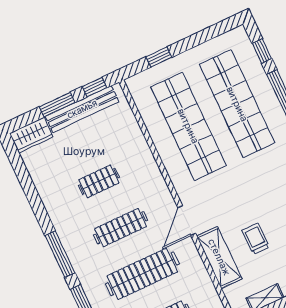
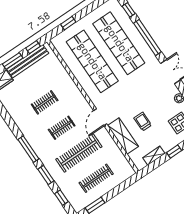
clothes rail: (121, 228) -> (62, 128), width x0.73

